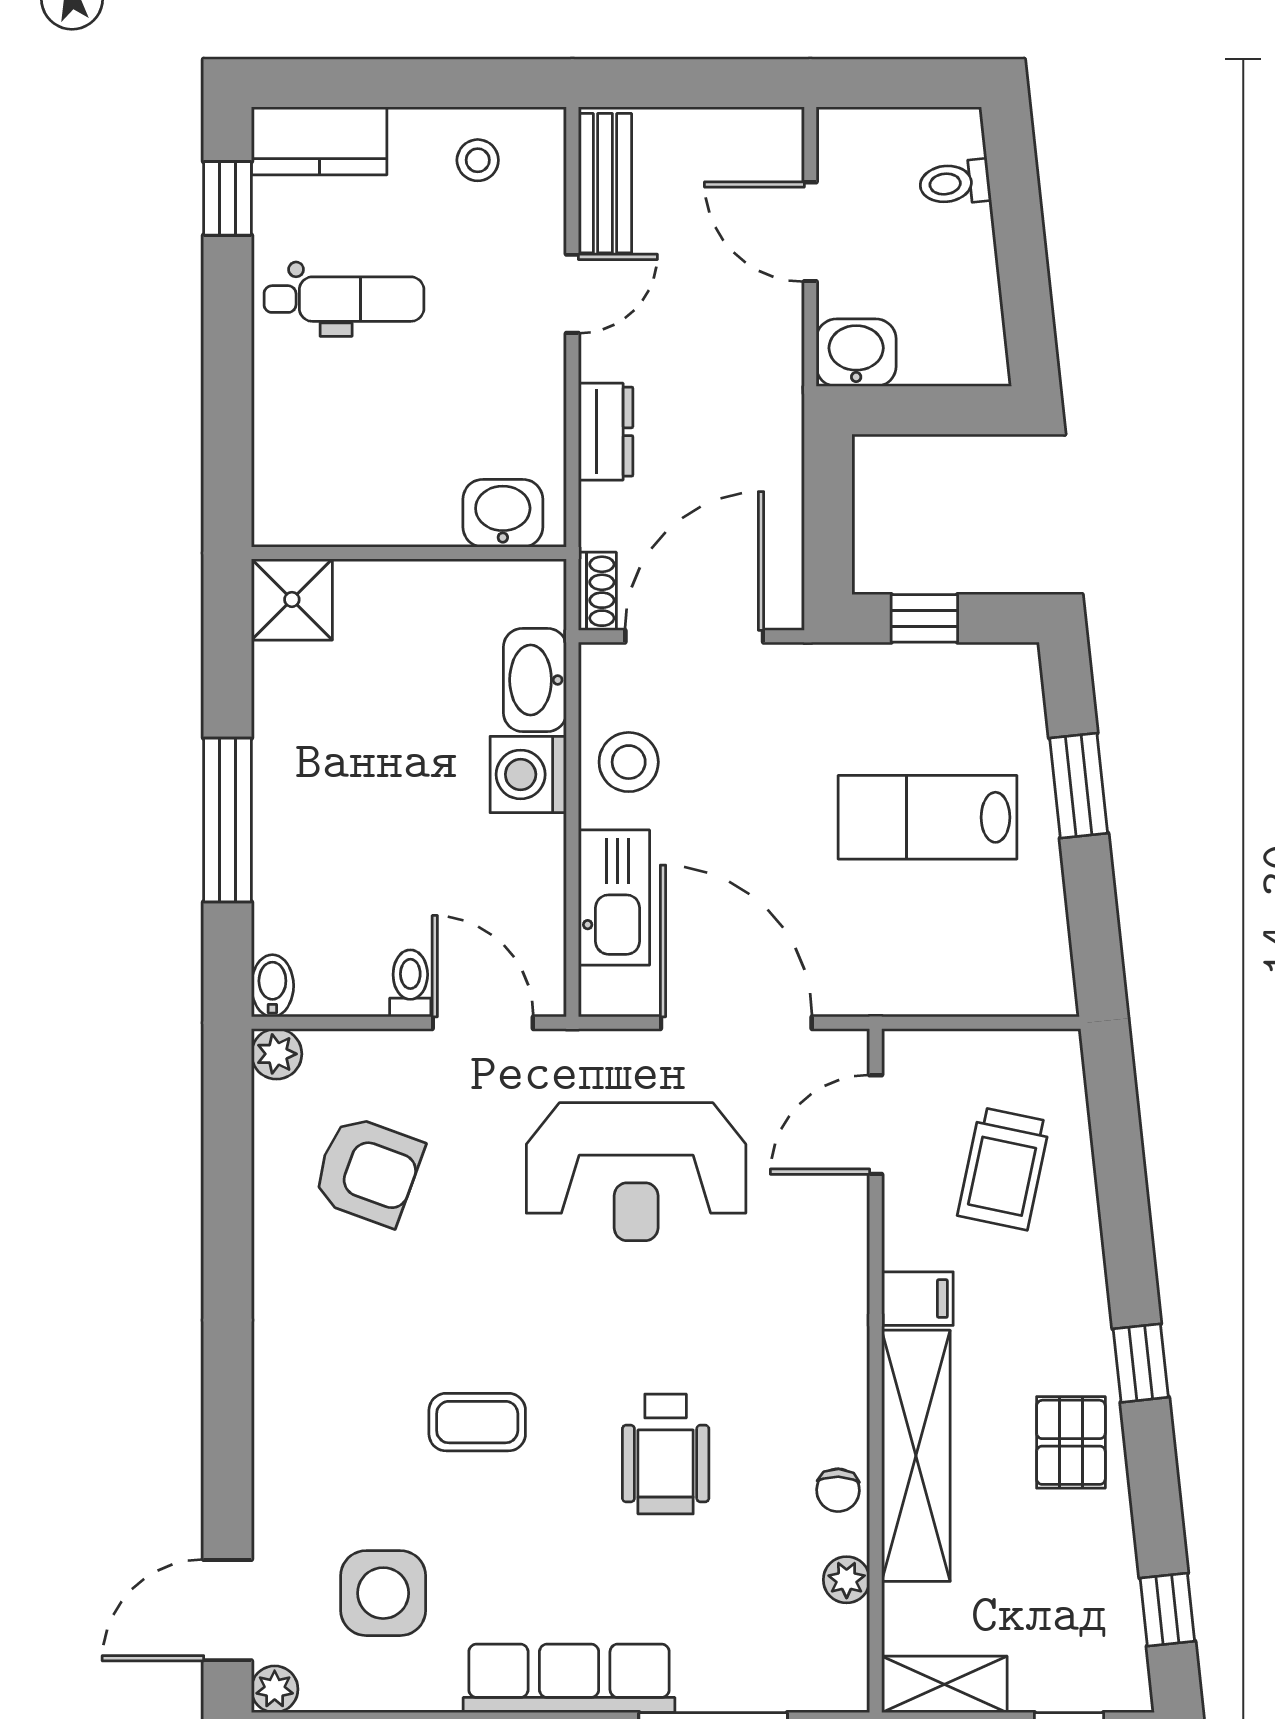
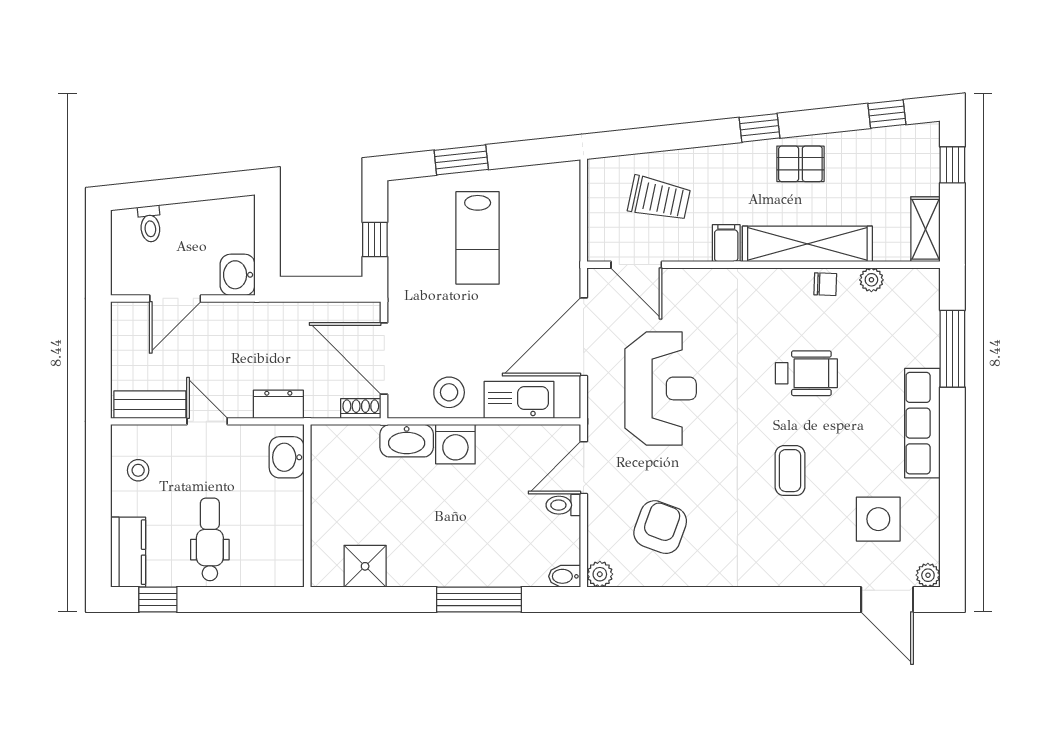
washbasin: (503, 513) -> (287, 457), moved
wall: (409, 553) -> (307, 506), moved

